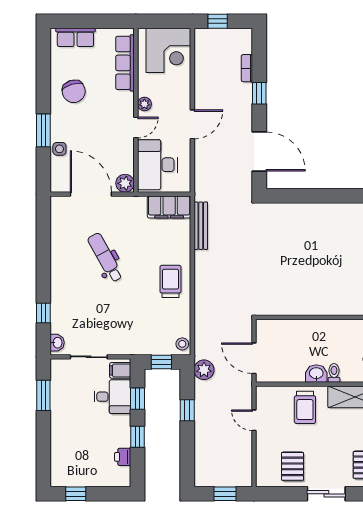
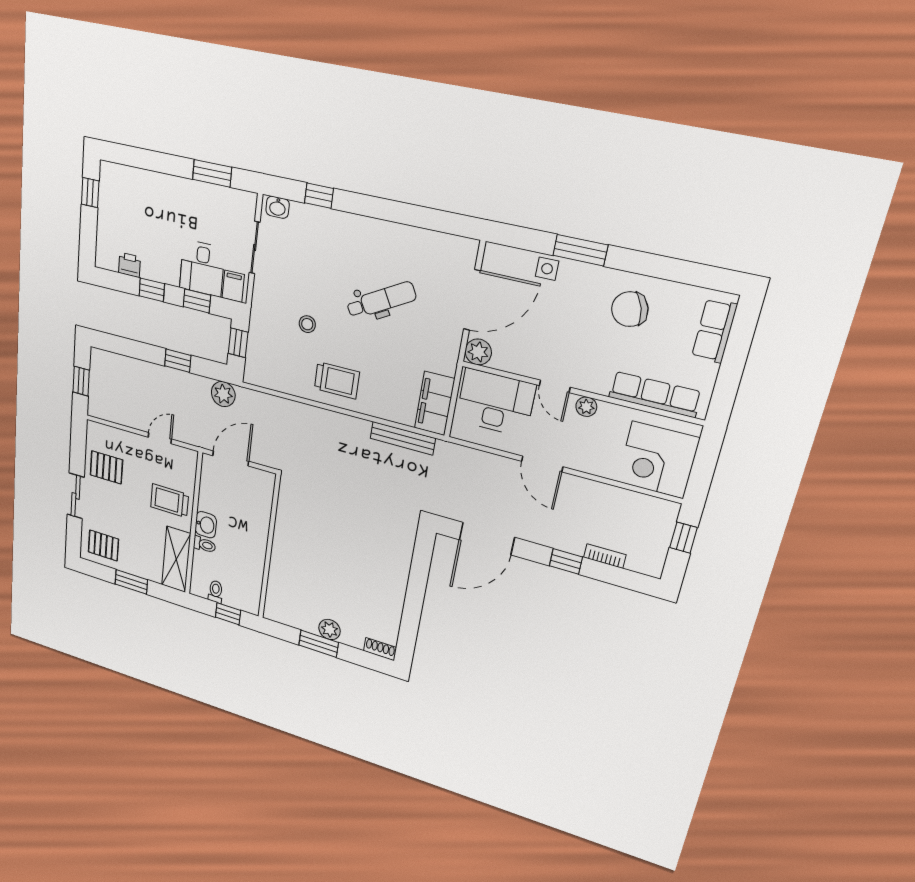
stool: (182, 344) -> (307, 324), moved

